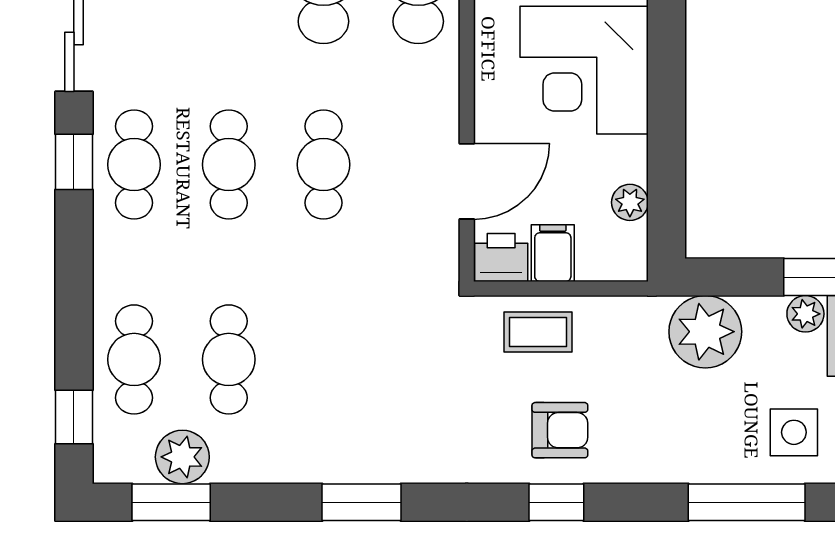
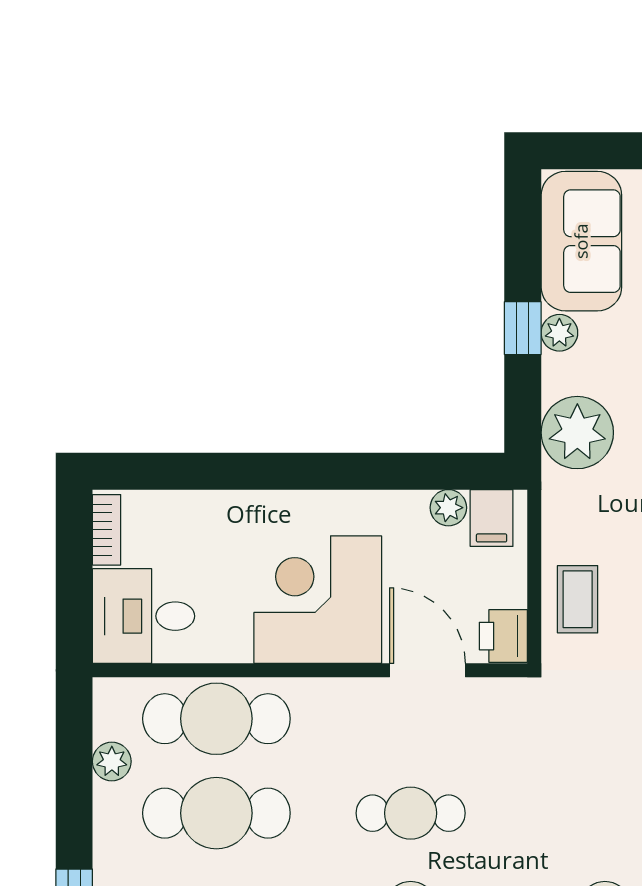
corner desk: (584, 70) -> (318, 600), moved, turned 180
filing cabinet: (553, 253) -> (492, 518), moved, turned -90

